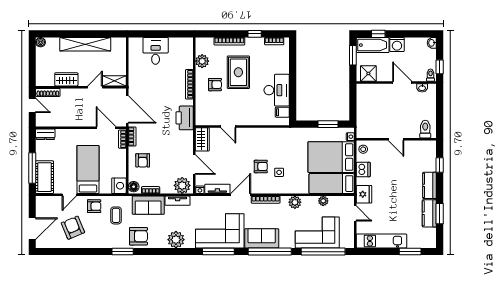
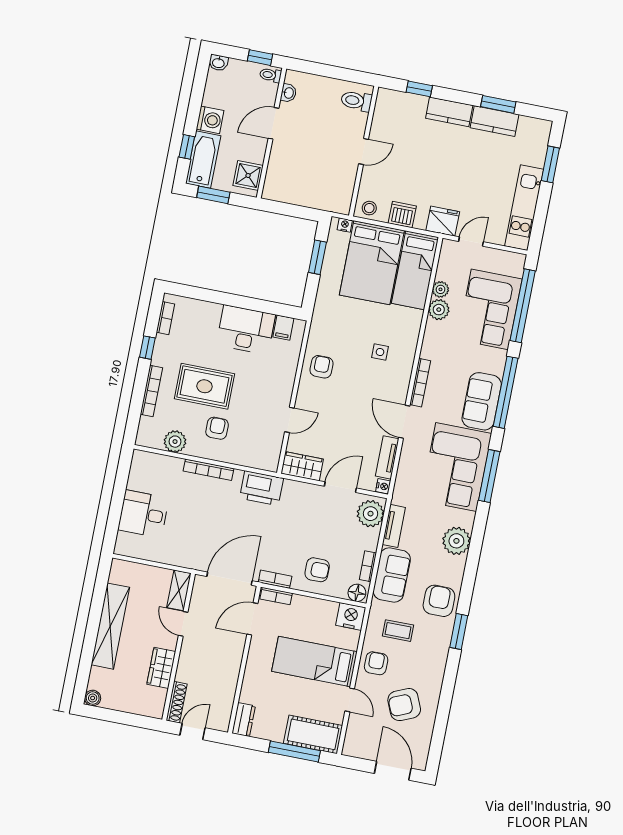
armchair: (261, 166) -> (322, 367), moved
plant: (295, 202) -> (439, 310), moved

